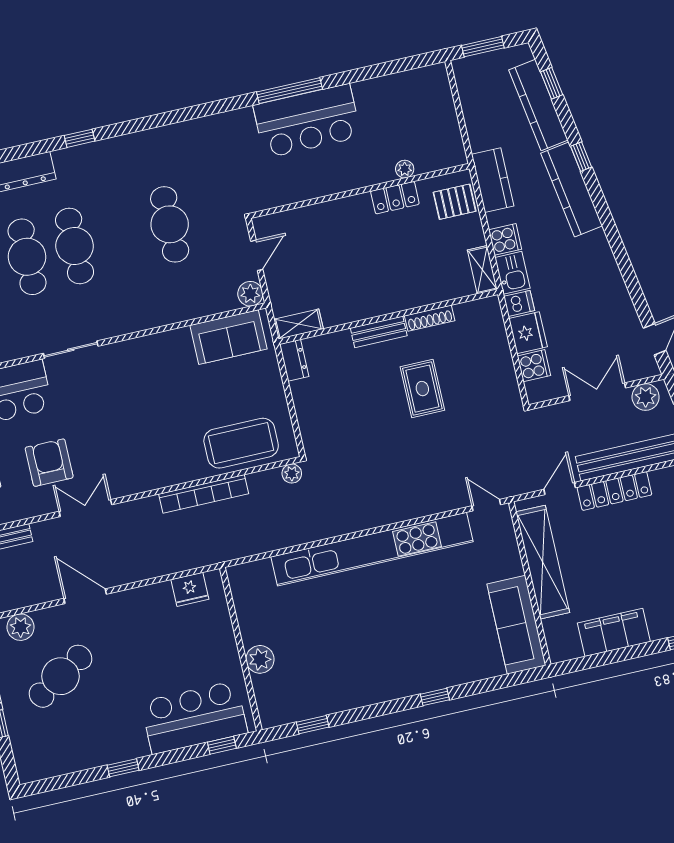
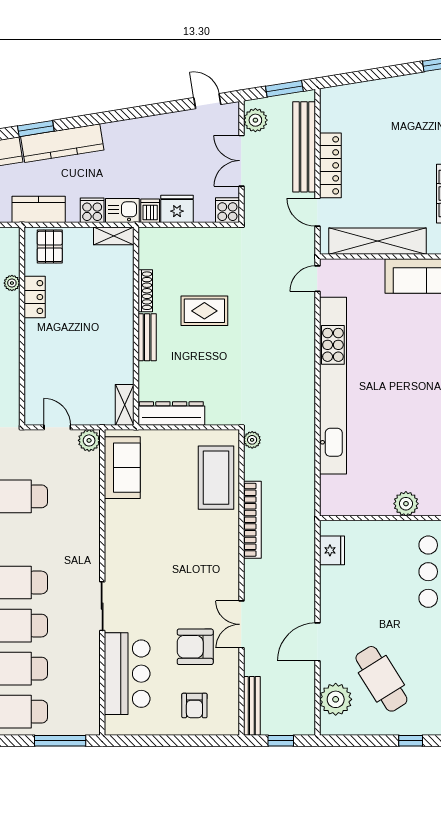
window: (581, 157) -> (36, 129), width x1.50
dresser: (294, 360) -> (171, 413), width x1.96, depth x1.24
cooker: (534, 366) -> (227, 210), moved
plant: (21, 627) -> (336, 699), width x1.36, depth x1.36

